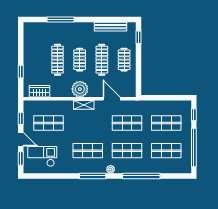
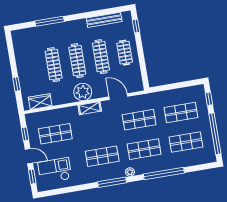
clothes rail: (80, 60) -> (77, 61), width x1.36

